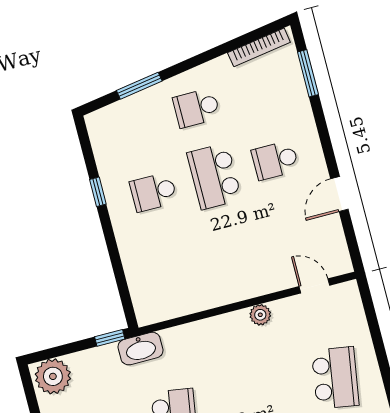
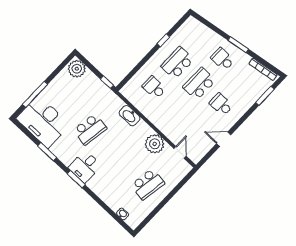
window: (139, 86) -> (238, 45), moved
school desk: (153, 192) -> (177, 63), width x1.85
school desk: (171, 260) -> (154, 87), added
plant: (260, 315) -> (155, 144), width x1.87, depth x1.87
washbasin: (140, 349) -> (130, 116), moved

